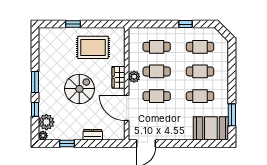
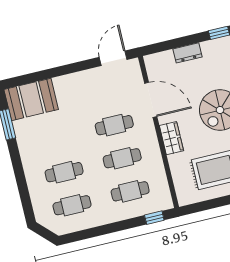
window: (185, 24) -> (154, 218), moved
plant: (134, 77) -> (151, 144), removed
cafe table: (200, 96) -> (56, 139), removed

